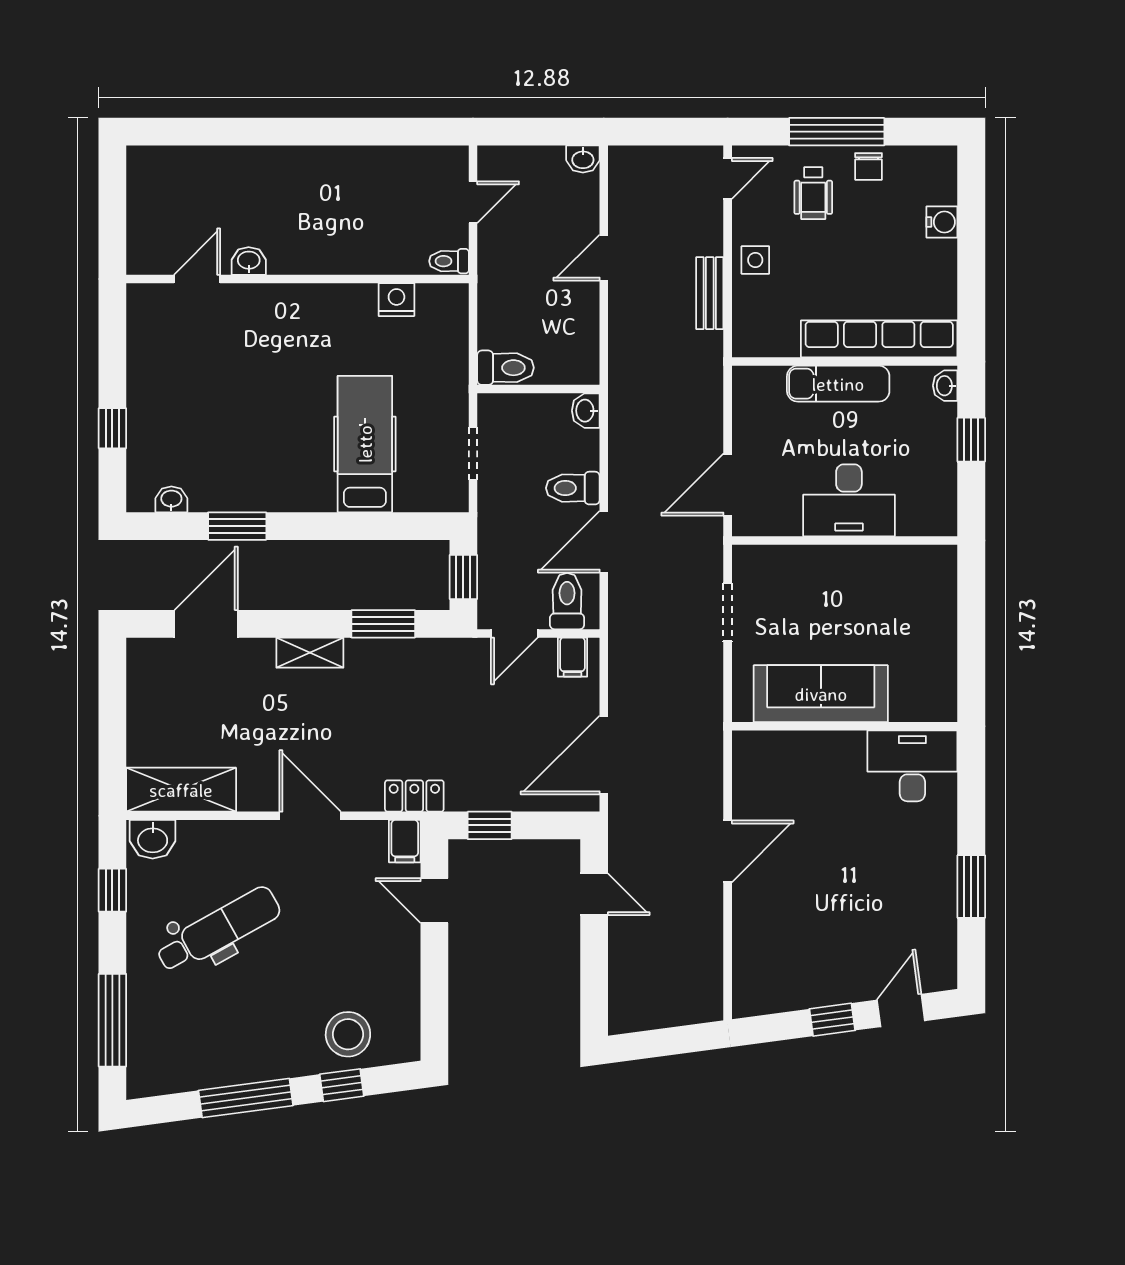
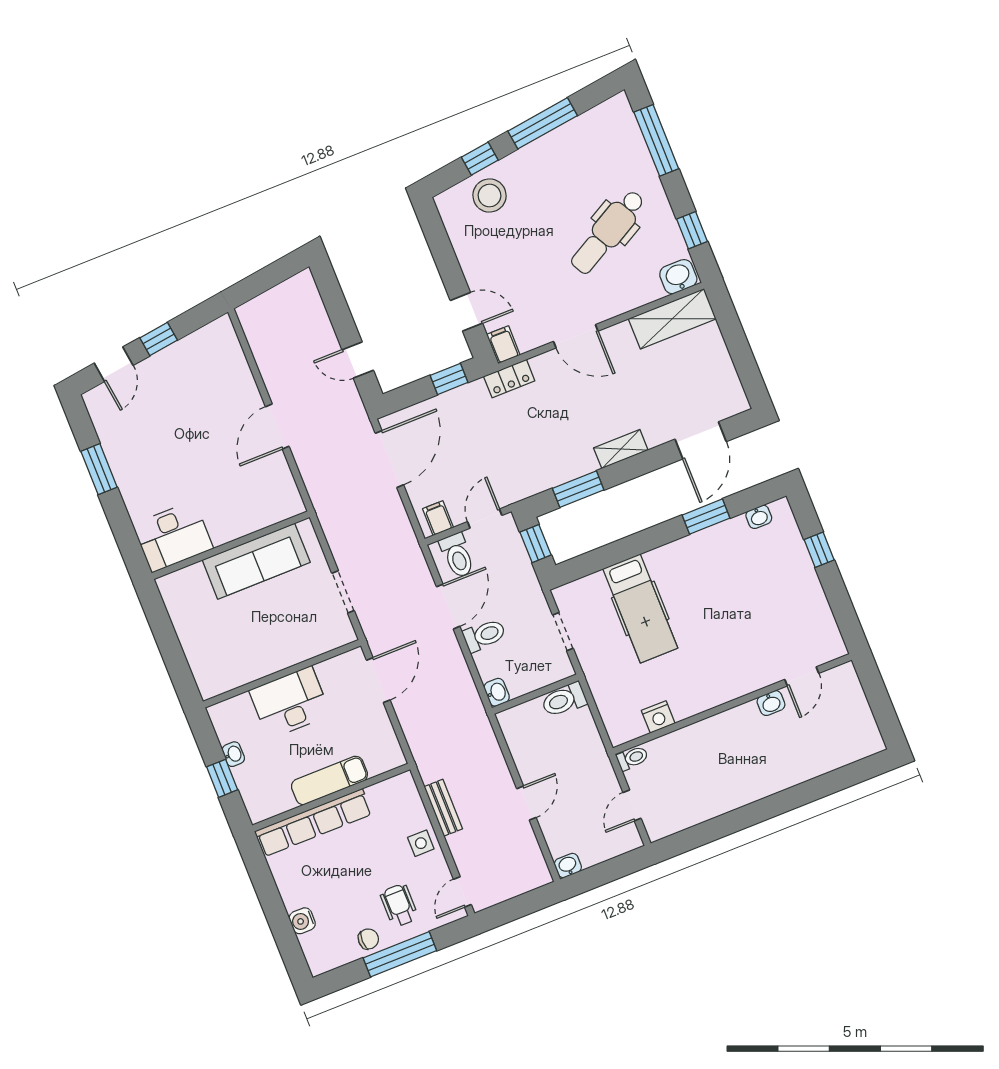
chair: (868, 166) -> (368, 939), turned 90
washbasin: (945, 386) -> (233, 754), moved

